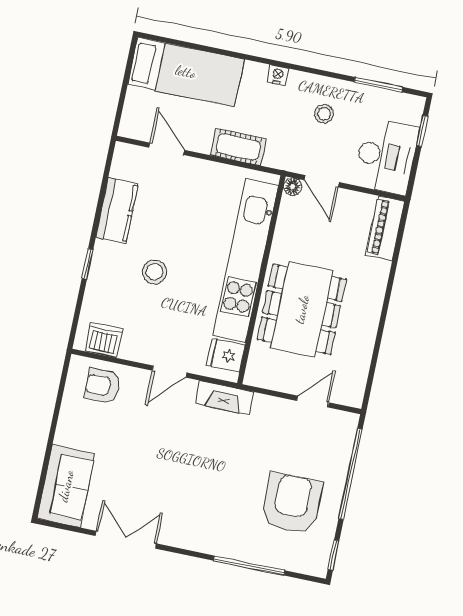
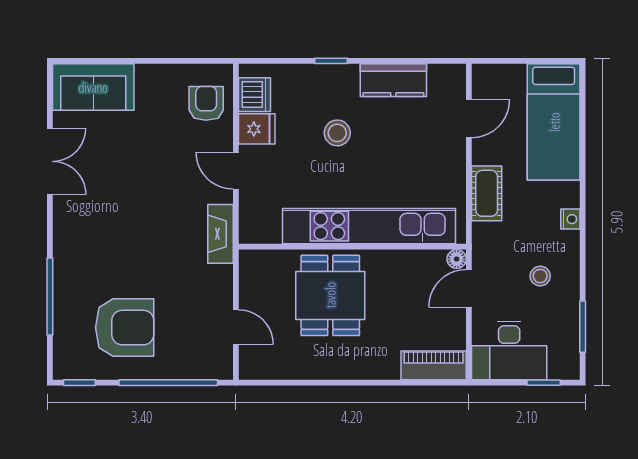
dining table: (302, 309) -> (330, 295), width x0.73
fridge: (226, 355) -> (257, 129), moved, turned 90

